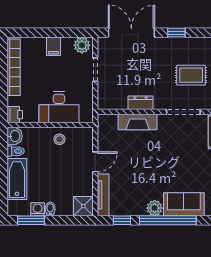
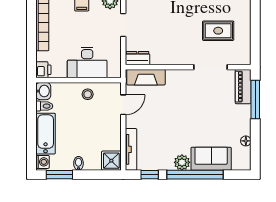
dresser: (141, 103) -> (137, 58), moved
fireplace: (138, 122) -> (146, 77), moved
door: (95, 162) -> (123, 105), moved
washing machine: (38, 209) -> (42, 162), moved, turned 90

